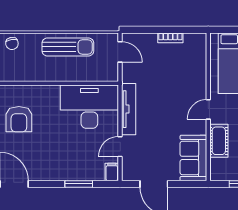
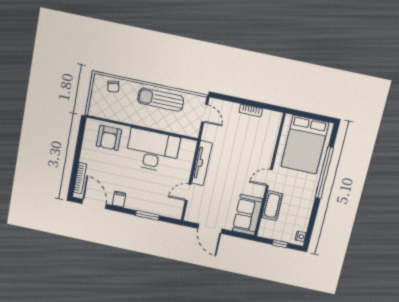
sun lounger: (68, 47) -> (161, 100), turned 180
desk: (89, 107) -> (153, 151), moved
armchair: (19, 119) -> (109, 138), moved
filing cabinet: (112, 172) -> (119, 199), moved

